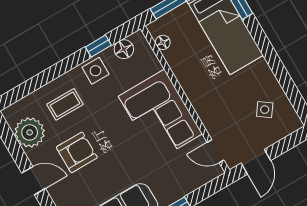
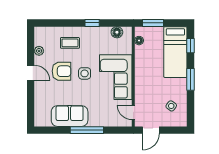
window: (98, 46) -> (92, 23), moved
window: (270, 55) -> (190, 79), added
side table: (96, 71) -> (85, 73), moved
plant: (30, 132) -> (39, 51), width x0.53, depth x0.53

